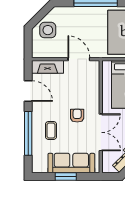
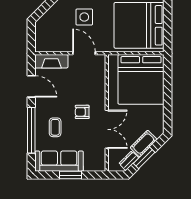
side table: (48, 30) -> (84, 17), moved
armchair: (77, 116) -> (82, 112), turned -90
sofa: (71, 163) -> (59, 161), moved

